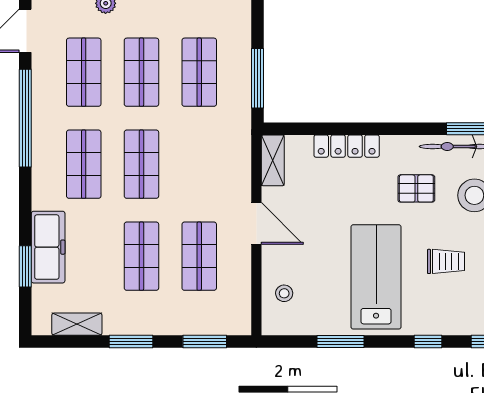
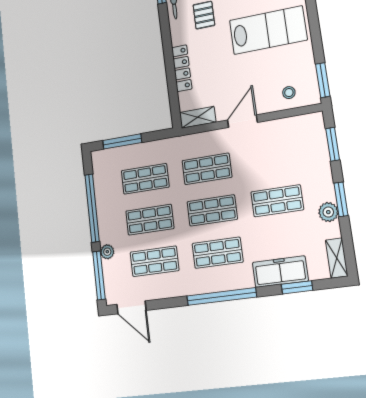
window: (258, 78) -> (122, 141), moved
window: (25, 118) -> (222, 296), moved
shop shelf: (199, 256) -> (207, 169), moved
lab bench: (376, 277) -> (268, 30), turned 180
plant: (117, 322) -> (328, 212), added
shelving: (77, 324) -> (337, 258), moved
window: (340, 341) -> (323, 80), moved

